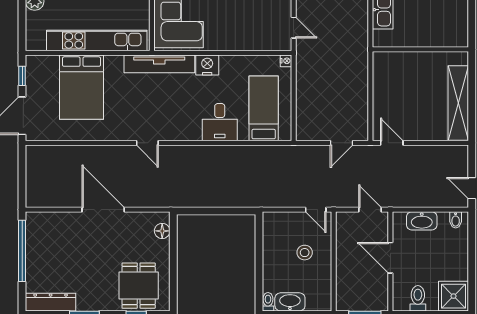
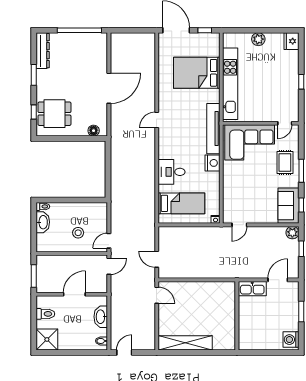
wall: (420, 49) -> (237, 316), moved
door: (392, 143) -> (157, 295), hinge flipped
door: (370, 210) -> (109, 266), moved

